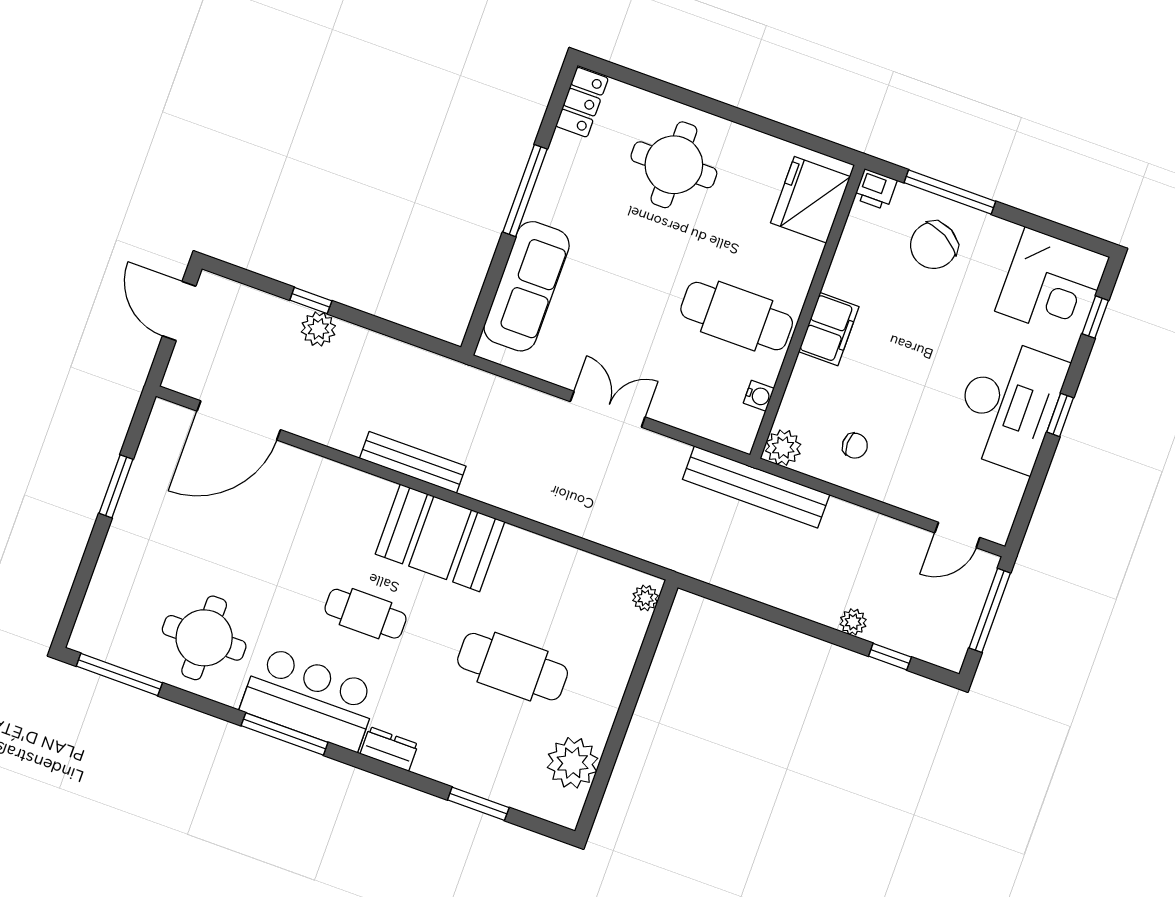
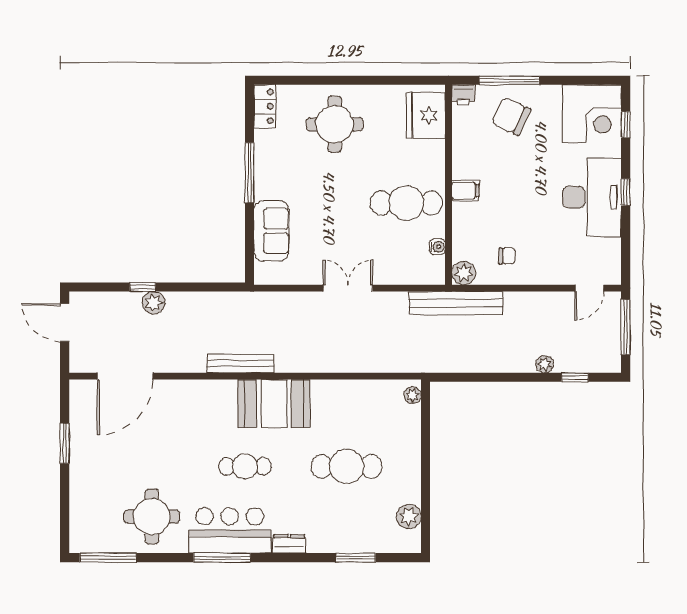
chair: (934, 245) -> (511, 116), turned 86
sofa: (527, 286) -> (271, 231), width x0.73
filing cabinet: (829, 329) -> (465, 191), width x0.50
plant: (573, 763) -> (409, 516), width x0.73, depth x0.73

